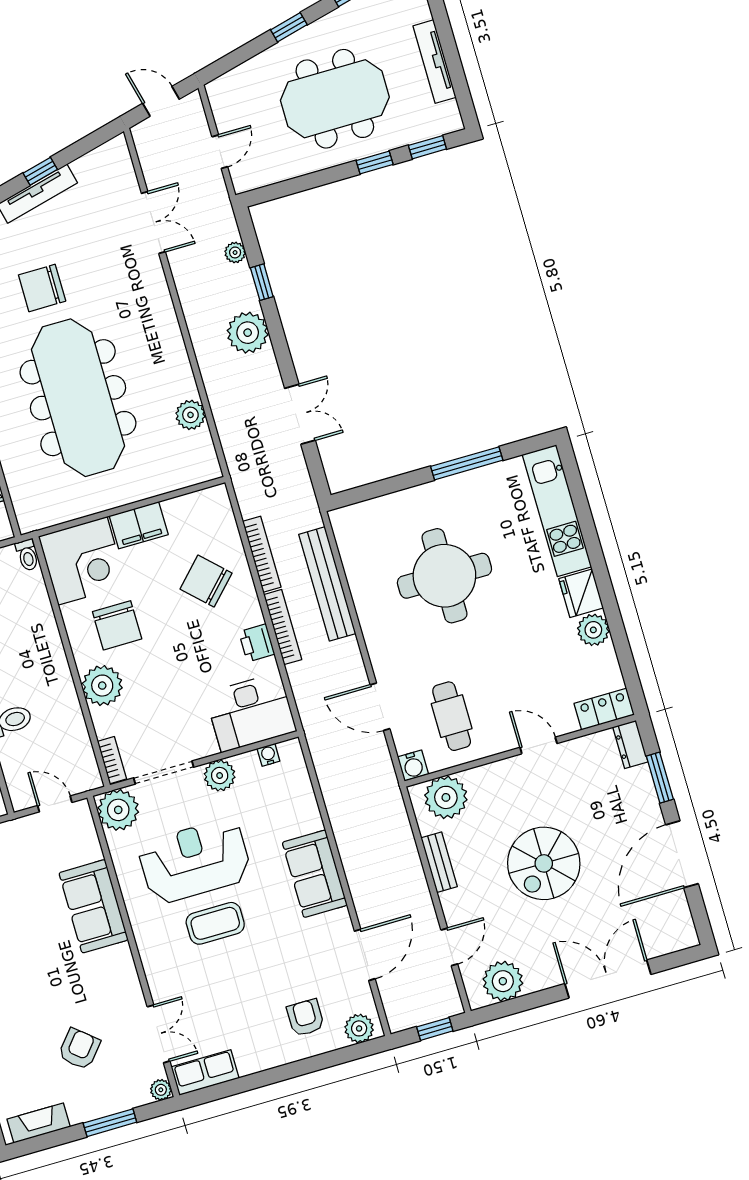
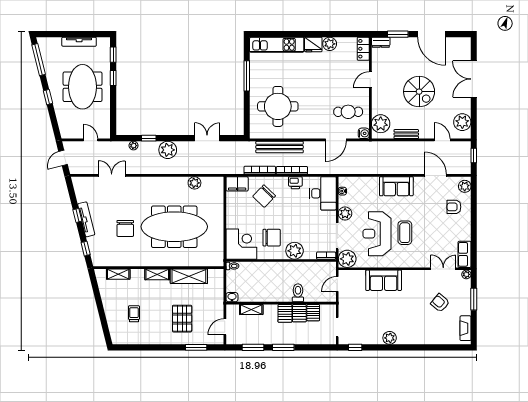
filing cabinet: (139, 525) -> (237, 184), moved, turned 90
round table: (444, 576) -> (278, 106), moved

